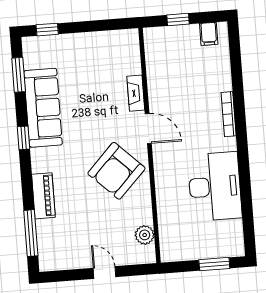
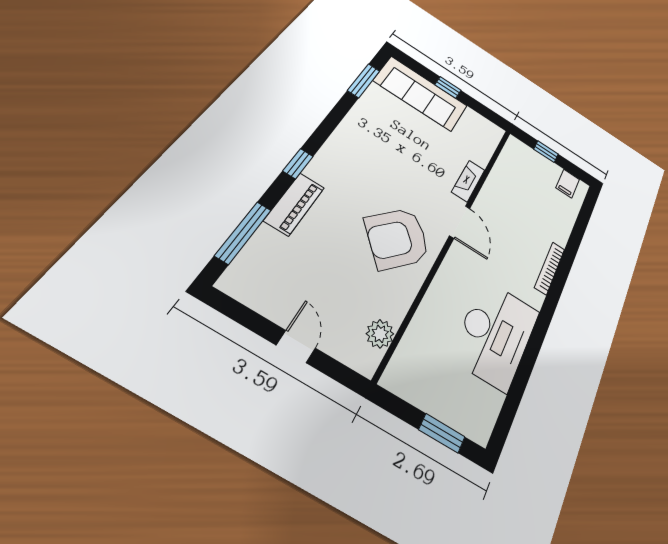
window: (47, 30) -> (448, 87), moved
sofa: (43, 108) -> (421, 94), moved, turned 90
window: (23, 138) -> (298, 164), moved

